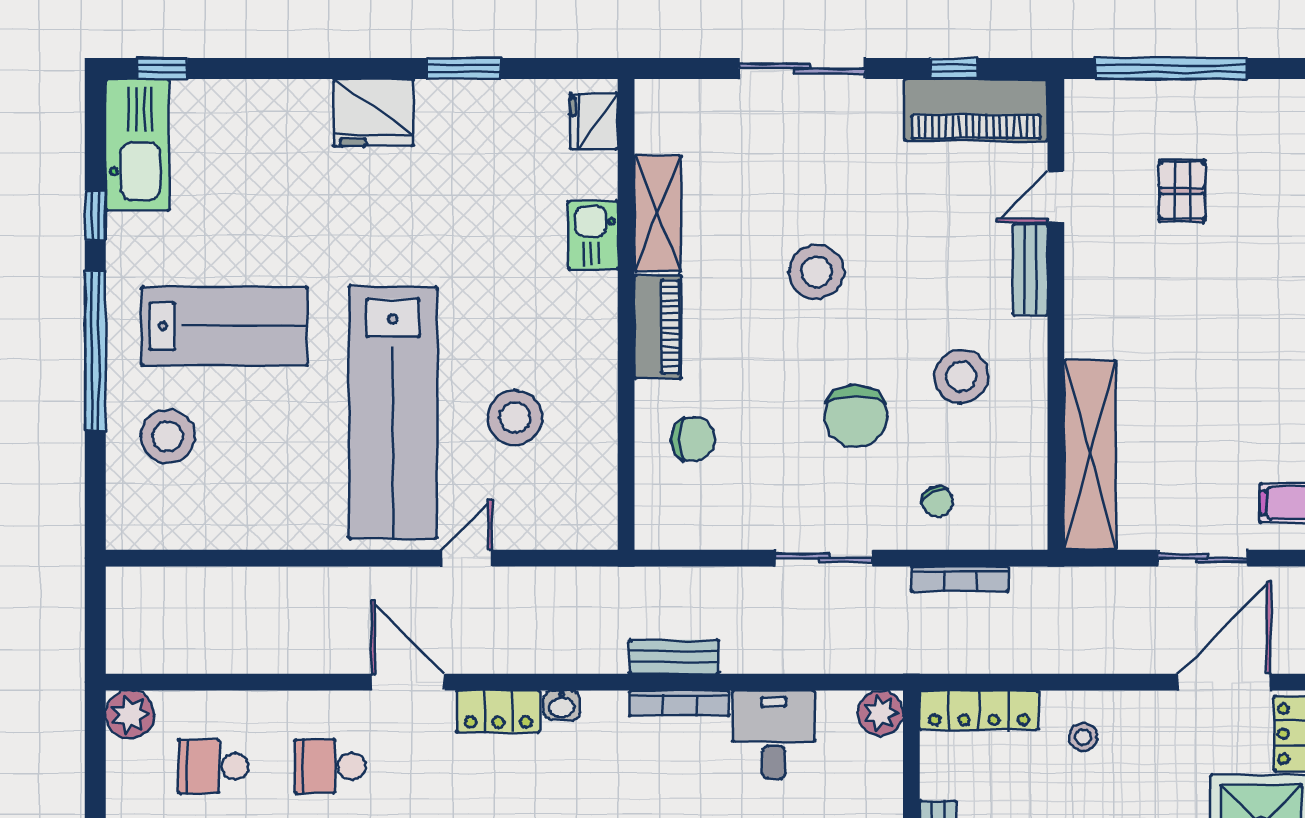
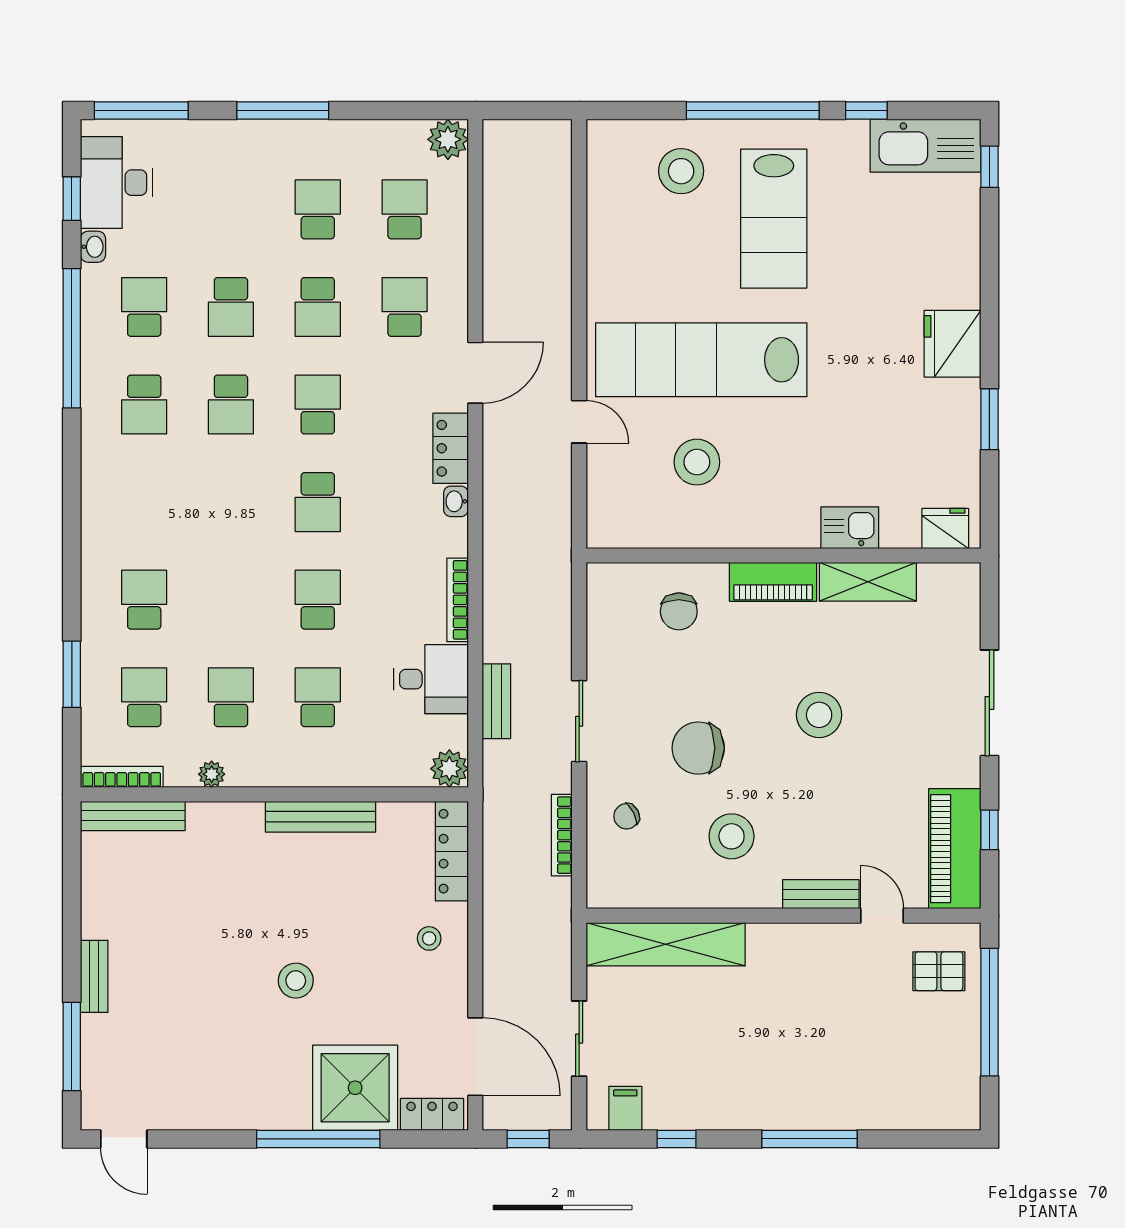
pallet: (1182, 191) -> (939, 971), moved
bench: (674, 657) -> (496, 701), moved

